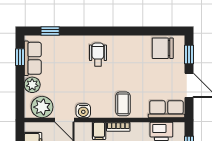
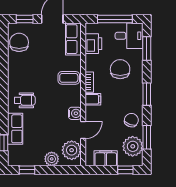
chair: (163, 48) -> (19, 42), turned 180
wheelchair: (98, 55) -> (25, 100), turned 180
row of seats: (33, 58) -> (15, 129), moved, turned 90

